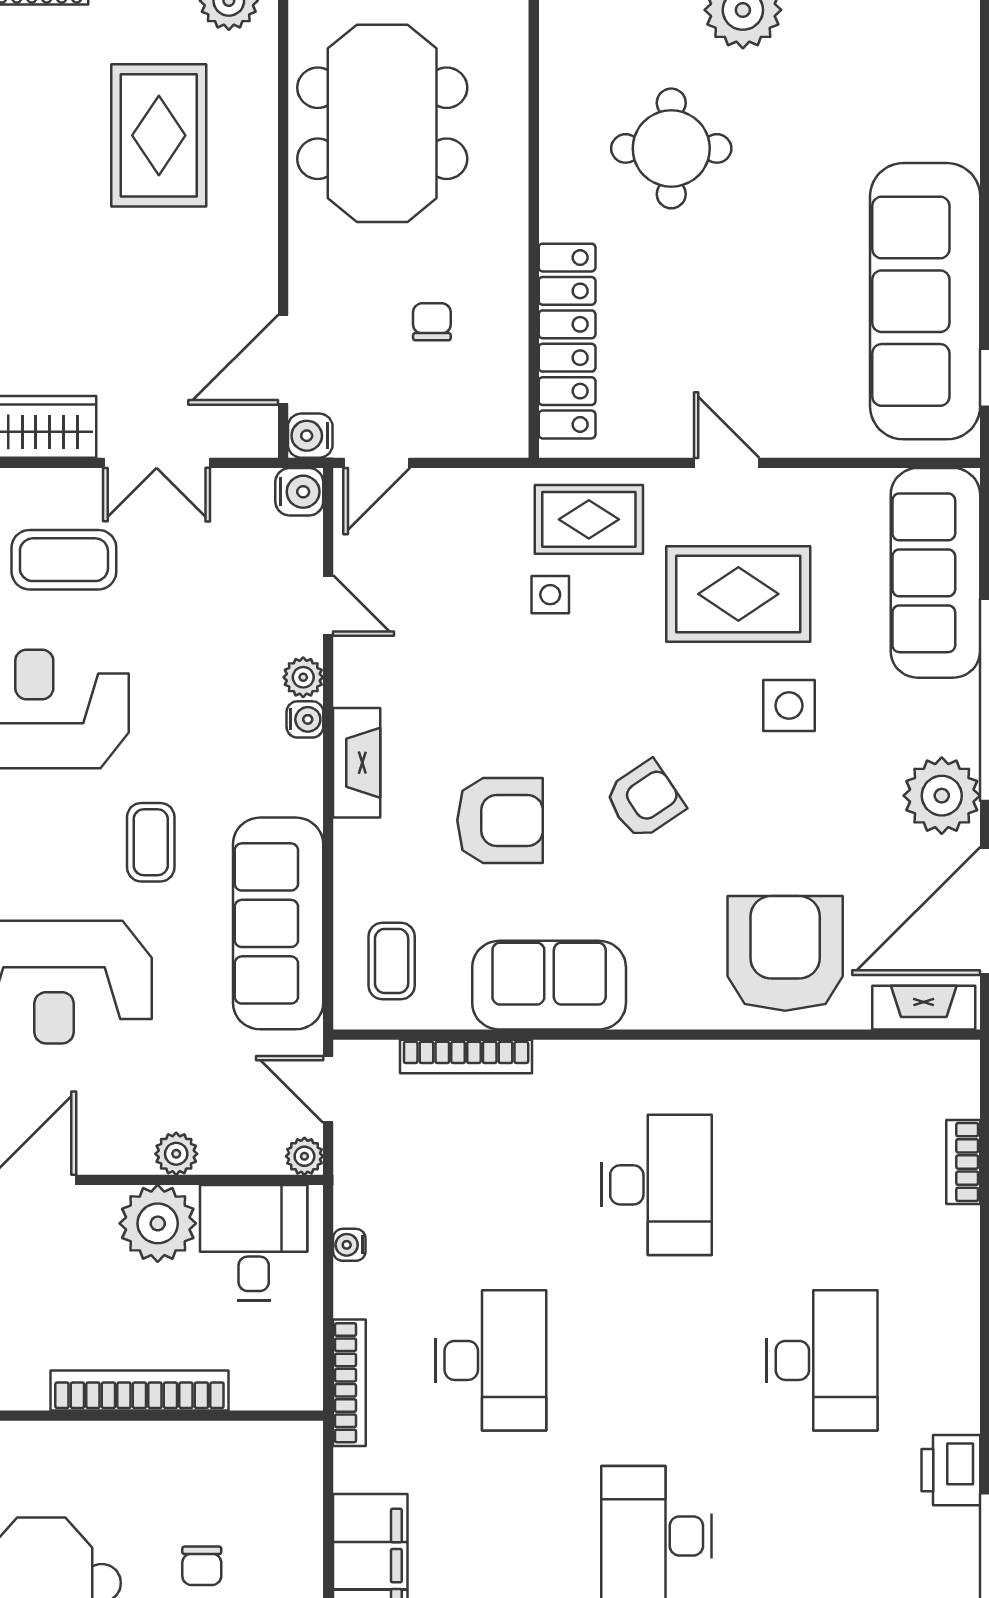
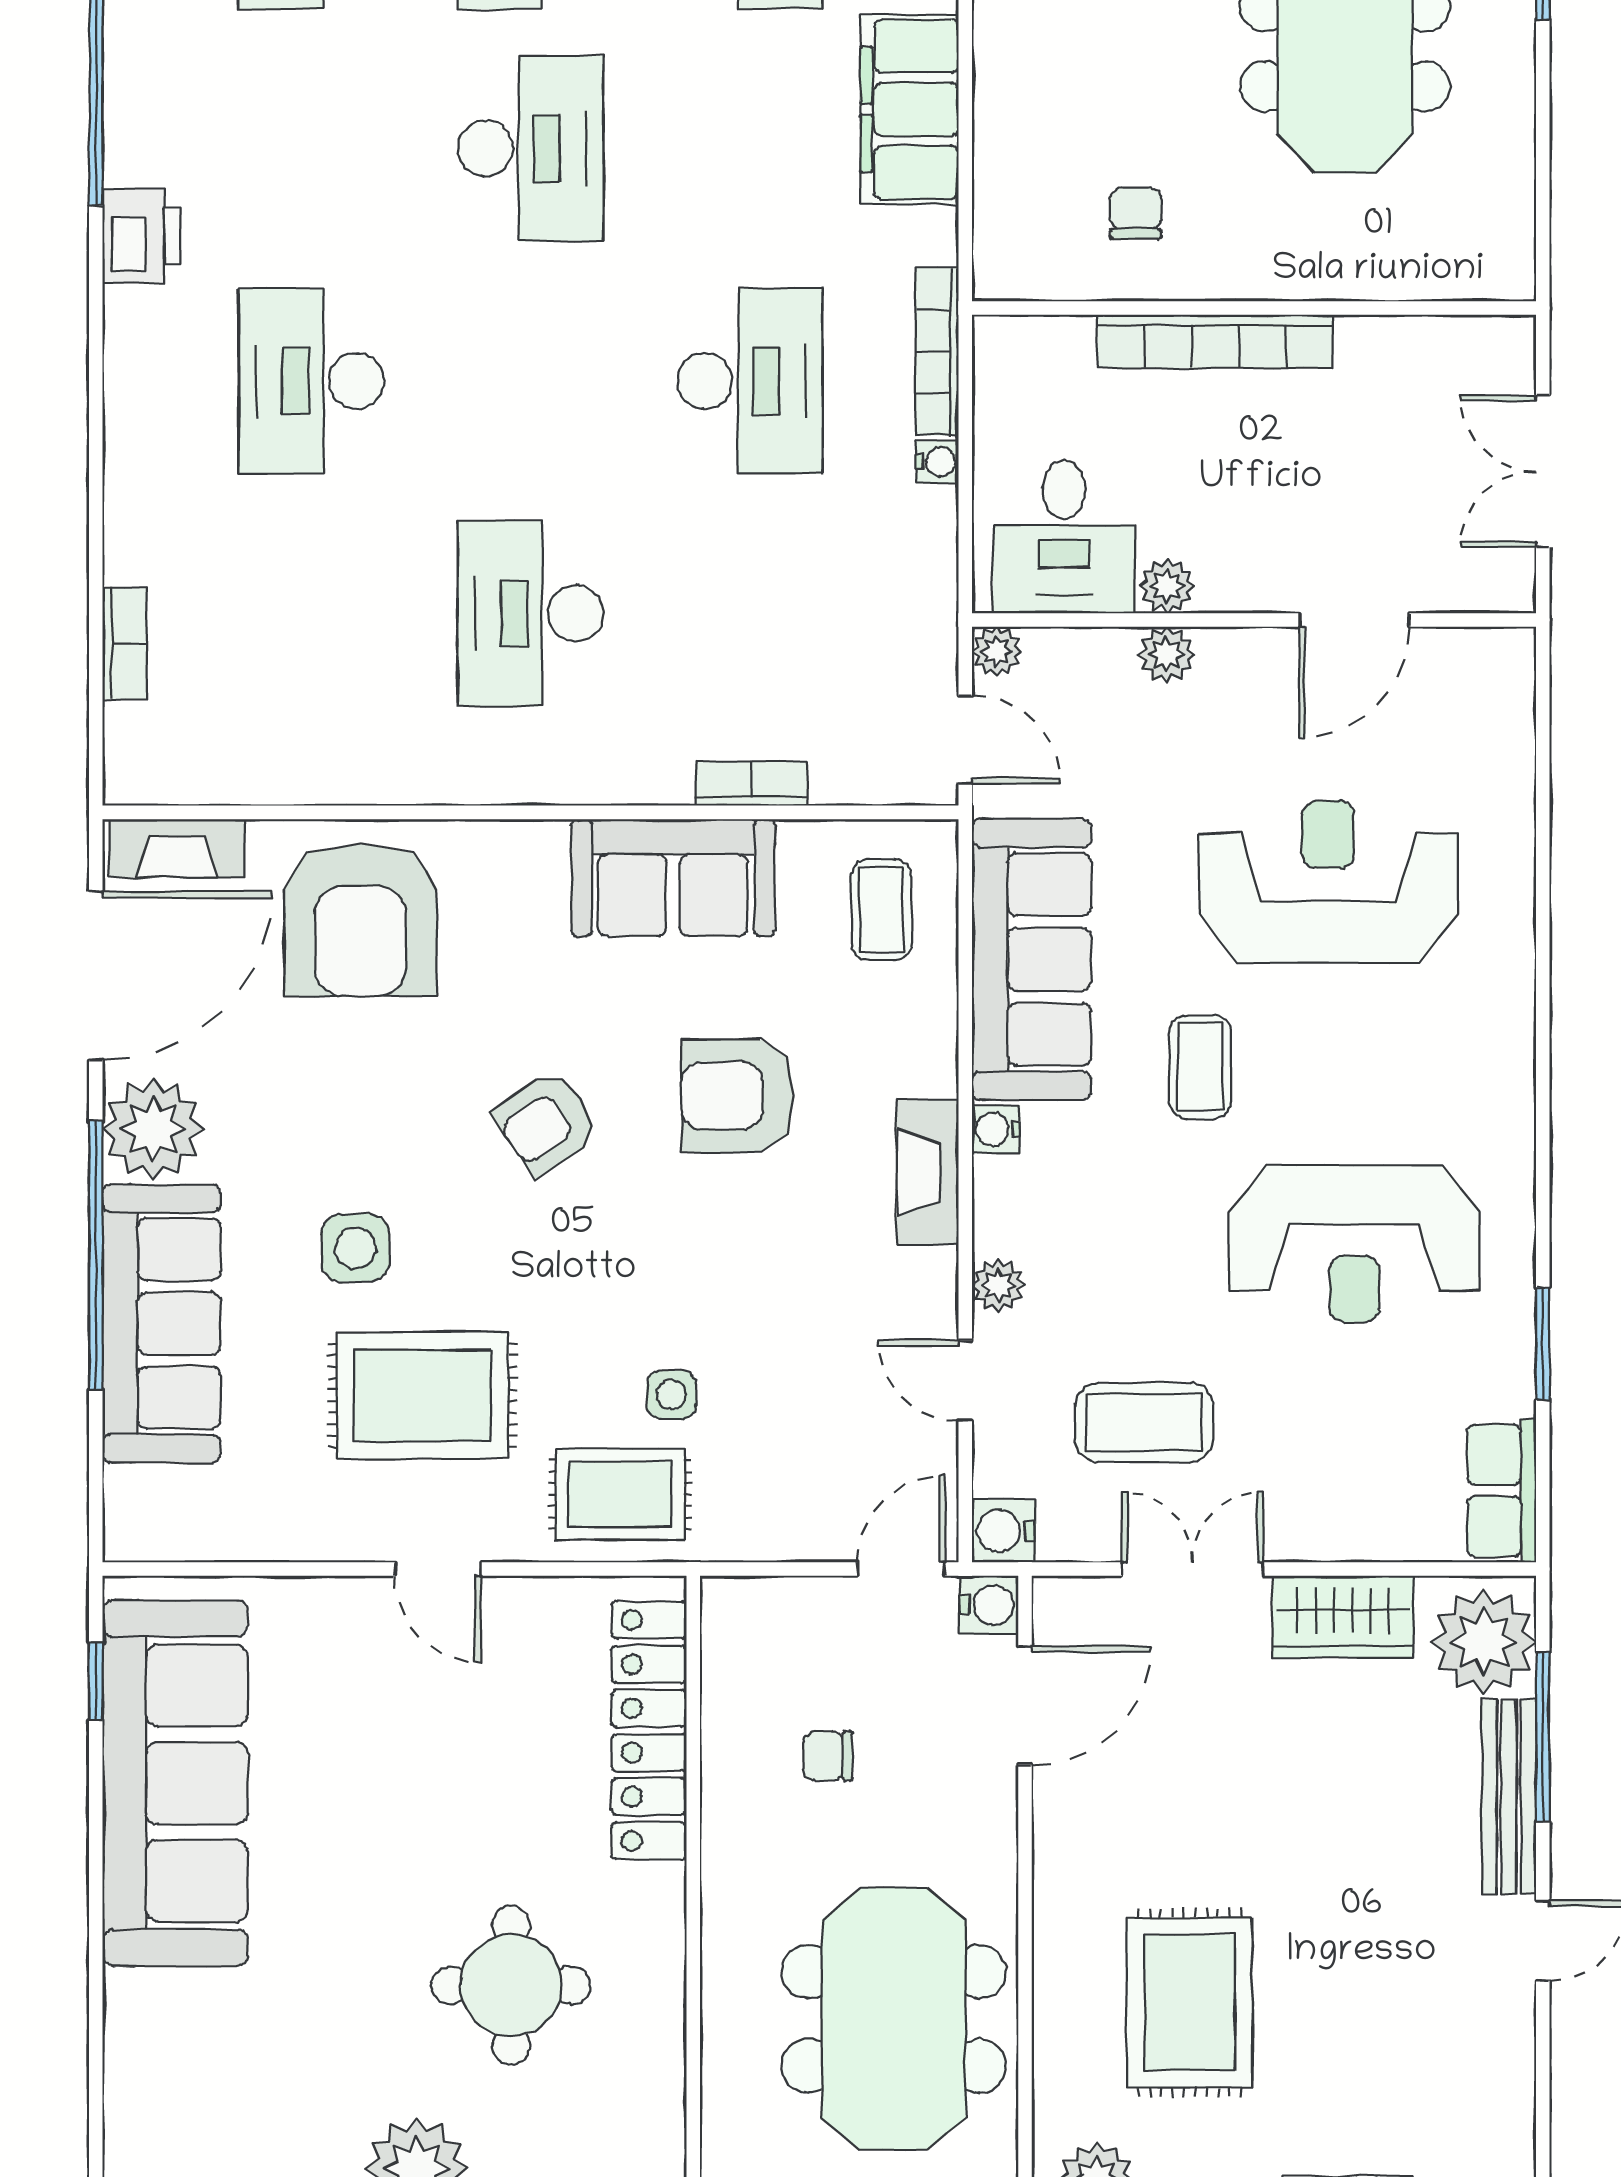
chair: (432, 322) -> (828, 1756), turned 90
coffee table: (64, 560) -> (1144, 1422), moved
sofa: (935, 573) -> (161, 1323), moved
water cooler: (305, 719) -> (996, 1129), moved
bookcase: (466, 1056) -> (751, 783), width x0.64
plant: (158, 1223) -> (1167, 586), width x0.53, depth x0.53
water cooler: (349, 1245) -> (937, 462), moved
desk: (491, 1360) -> (750, 381), turned 180
chair: (202, 1566) -> (1136, 213), moved

